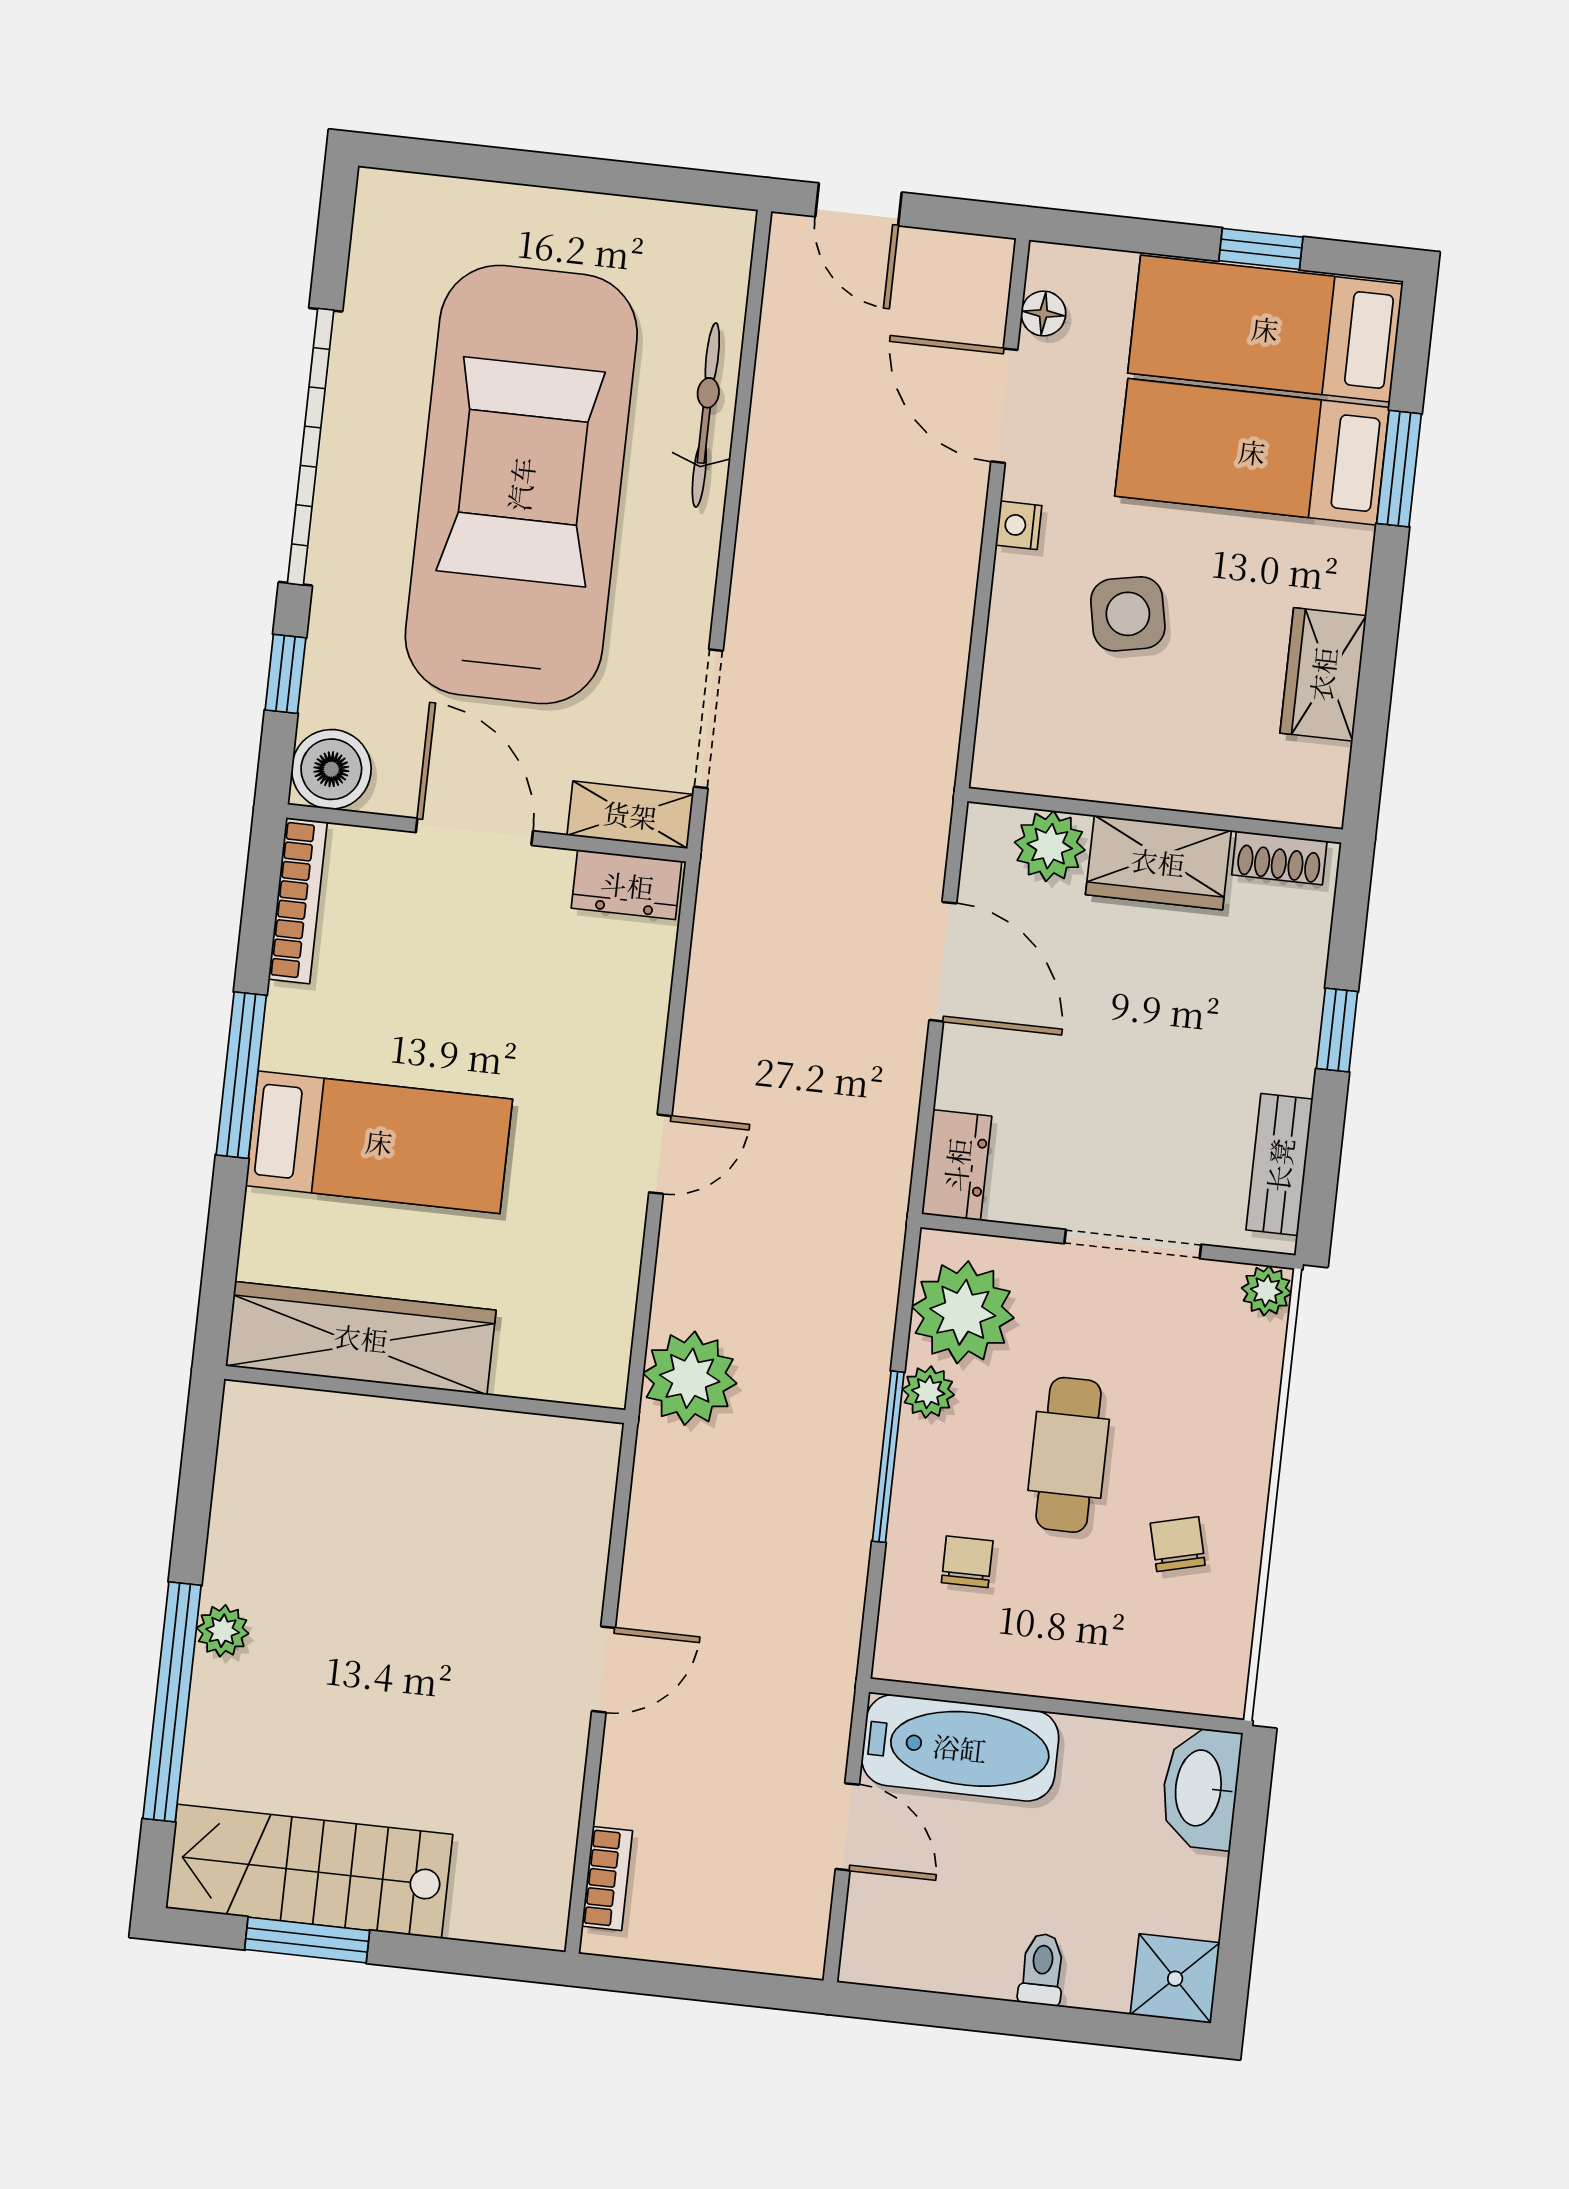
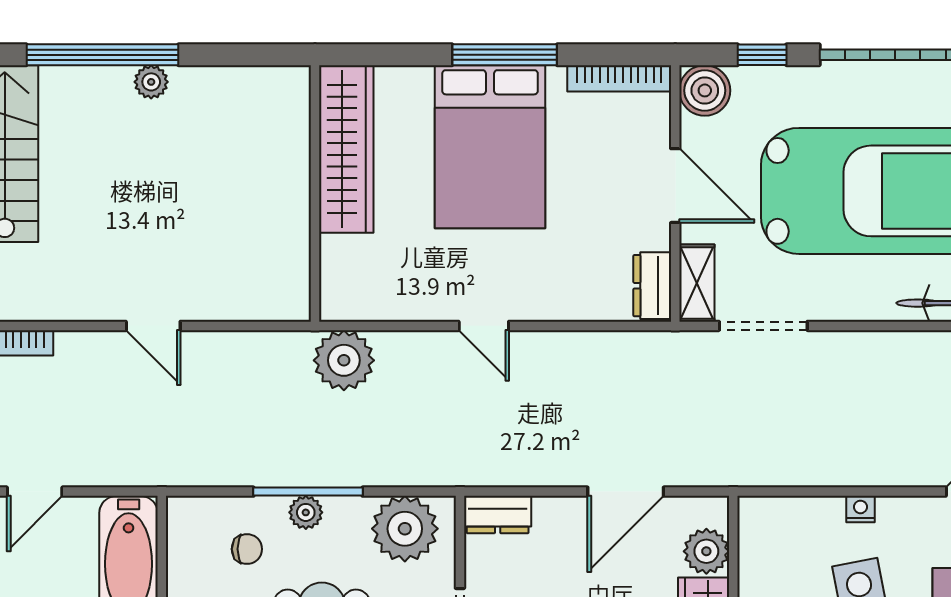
nightstand: (1019, 525) -> (860, 509), moved
door: (474, 832) -> (675, 186), hinge flipped
bed: (379, 1142) -> (490, 147), width x1.50
plant: (928, 1392) -> (306, 512), moved
door: (847, 1827) -> (35, 492), moved

